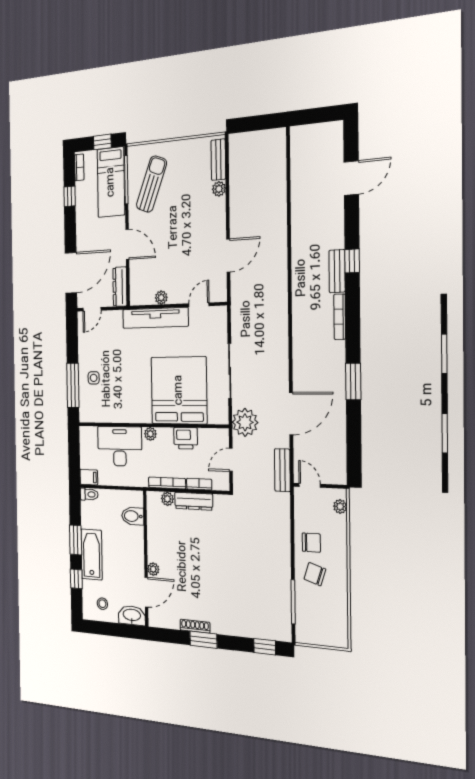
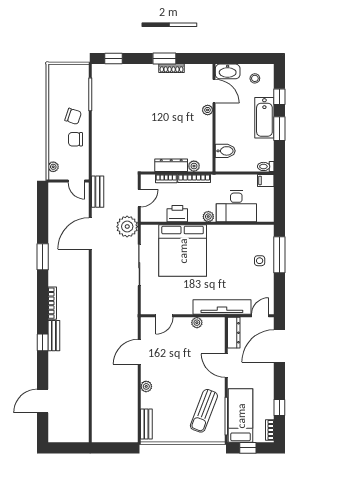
plant: (219, 189) -> (146, 386), moved
tv unit: (155, 318) -> (222, 307), moved
door: (146, 592) -> (214, 91), swing flipped

